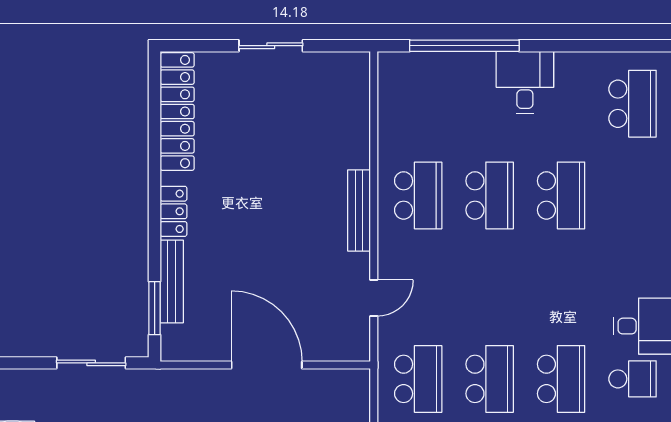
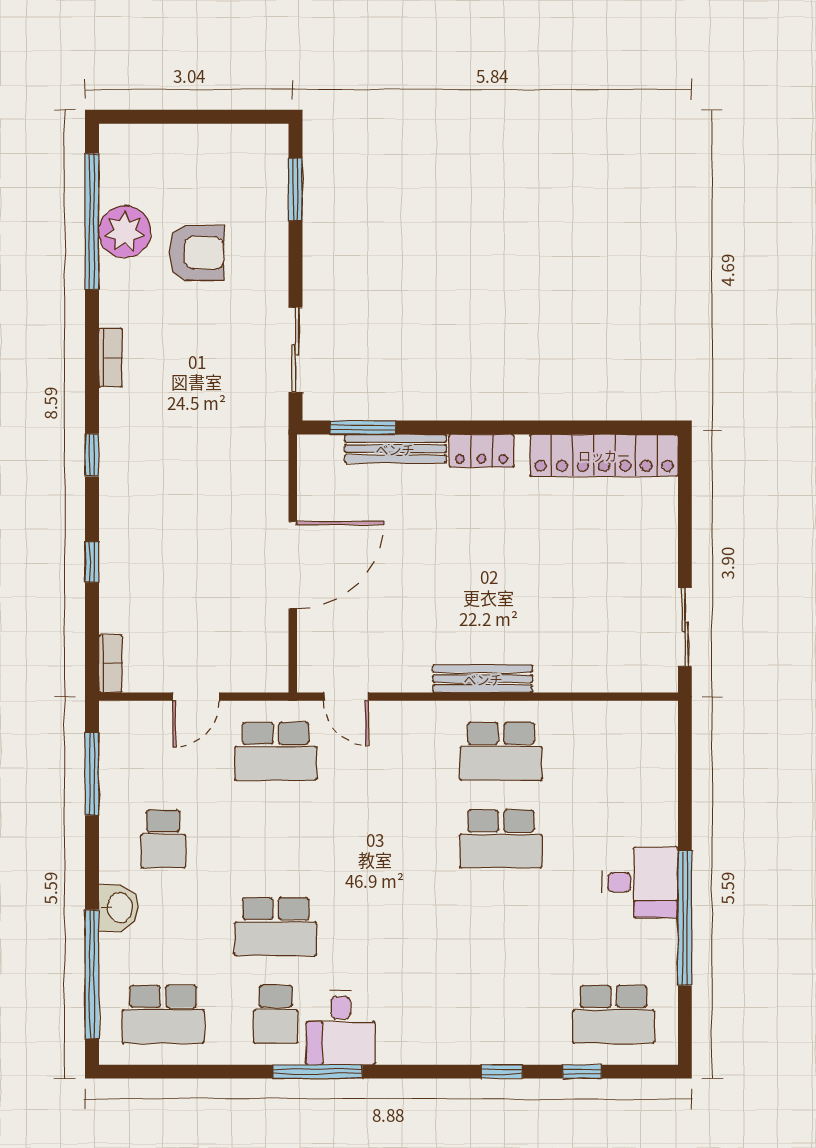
sliding door: (271, 46) -> (685, 627), moved
window: (464, 46) -> (685, 918), moved
school desk: (561, 195) -> (501, 927), removed
door: (374, 298) -> (346, 697), moved
school desk: (490, 379) -> (276, 839), removed

